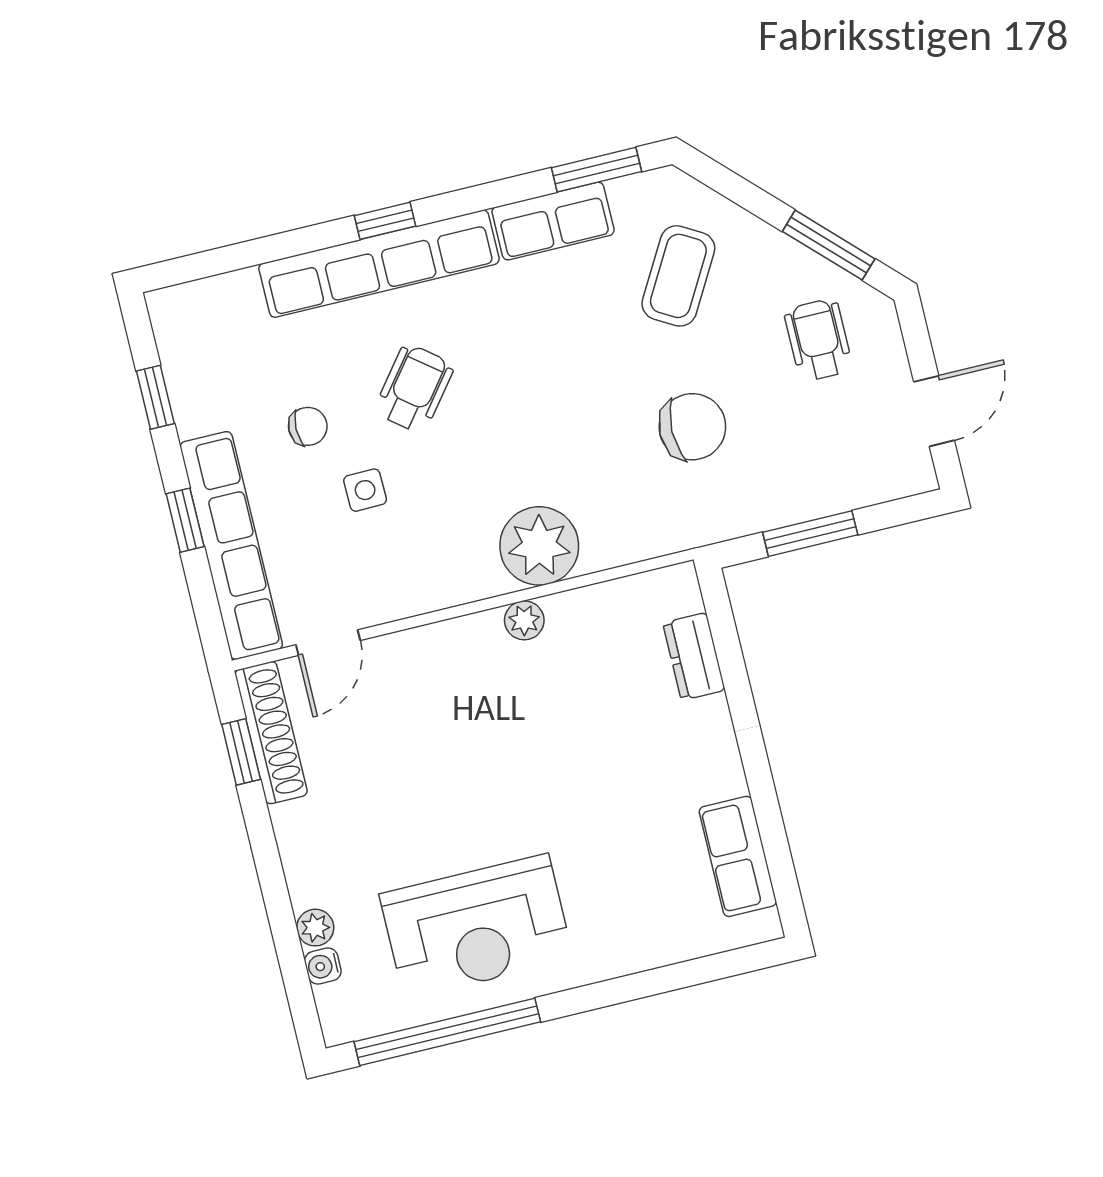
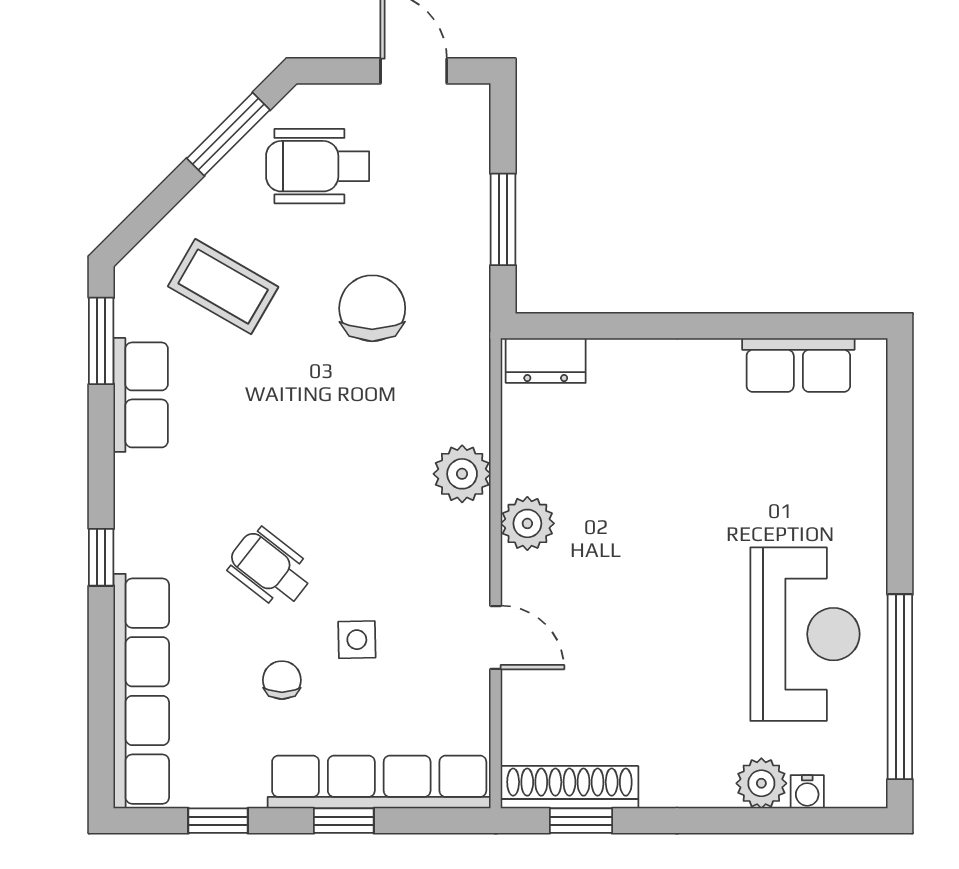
row of seats: (379, 264) -> (141, 691), moved
wheelchair: (818, 340) -> (318, 166), width x1.36, depth x1.37
plant: (539, 546) -> (462, 474), width x0.73, depth x0.73
plant: (524, 620) -> (527, 523), width x1.38, depth x1.38
door: (328, 643) -> (496, 637), moved
dresser: (694, 656) -> (546, 360), moved
plant: (315, 928) -> (761, 783), width x1.38, depth x1.38

